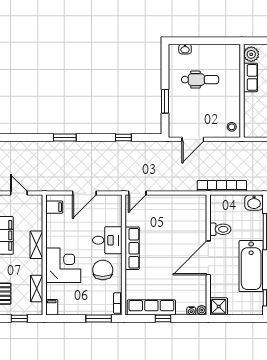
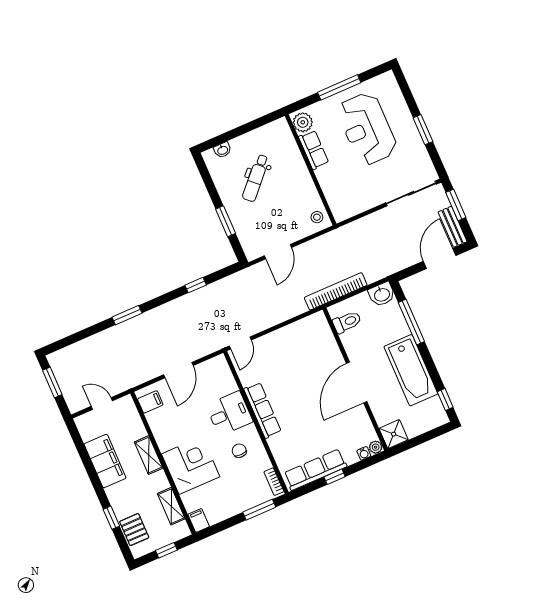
dental chair: (200, 80) -> (256, 178), turned 133
toilet: (220, 229) -> (347, 322), moved
chair: (103, 270) -> (239, 451), width x0.54, depth x0.54

